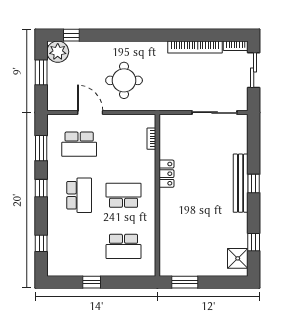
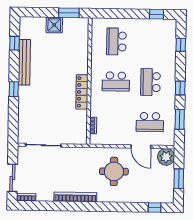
bookcase: (195, 47) -> (75, 197), moved
plant: (58, 52) -> (166, 157), moved
school desk: (79, 144) -> (150, 122), turned 180
locker: (166, 174) -> (82, 92), width x1.53
bench: (241, 183) -> (24, 62), moved
school desk: (123, 246) -> (116, 41), turned -90
shower: (238, 258) -> (54, 25), moved
window: (92, 282) -> (156, 14), moved

